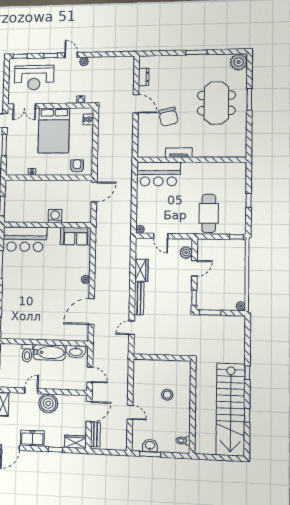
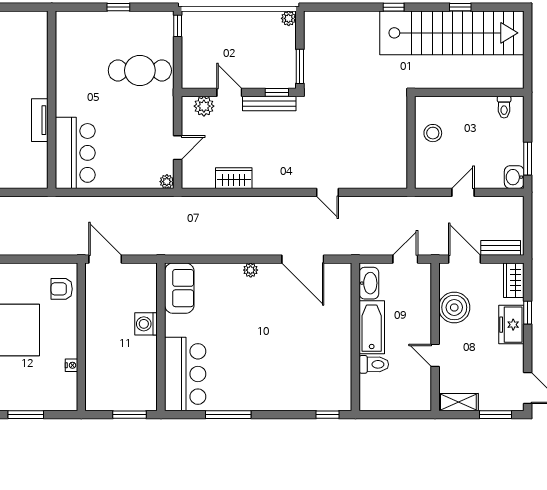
bench: (139, 299) -> (269, 104), moved
wall: (162, 357) -> (411, 142), moved
boiler: (48, 403) -> (454, 307), moved
freezer: (32, 438) -> (511, 325), moved
washbasin: (150, 446) -> (514, 177), moved

